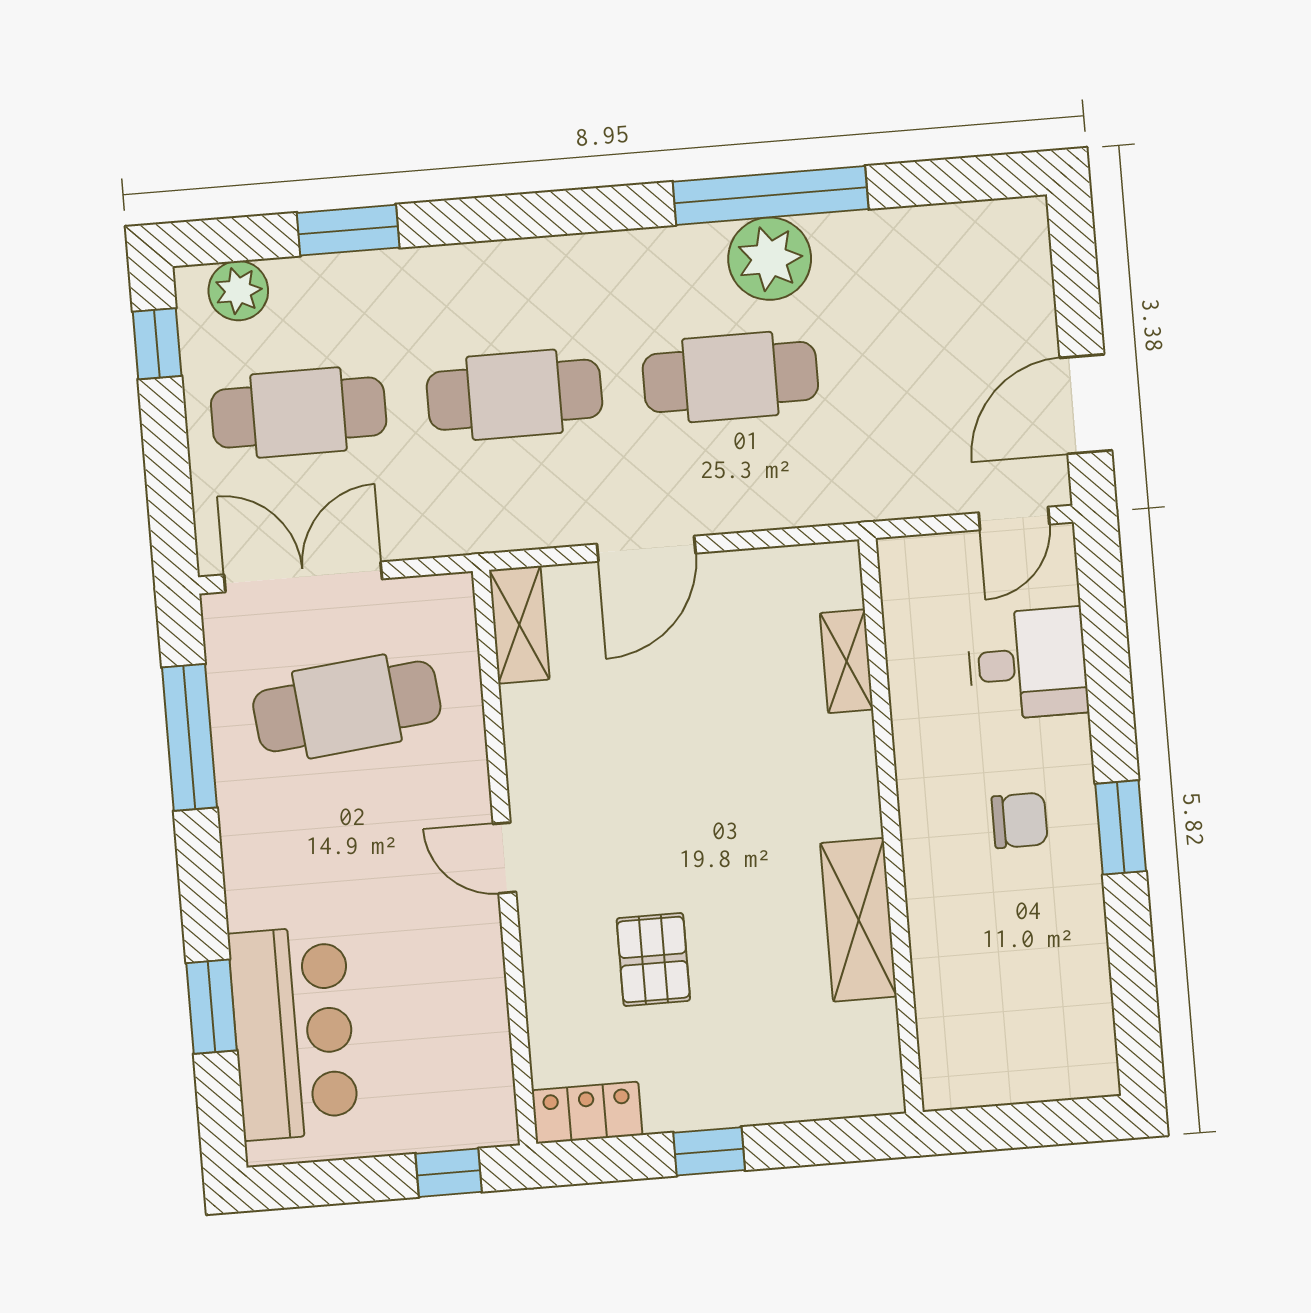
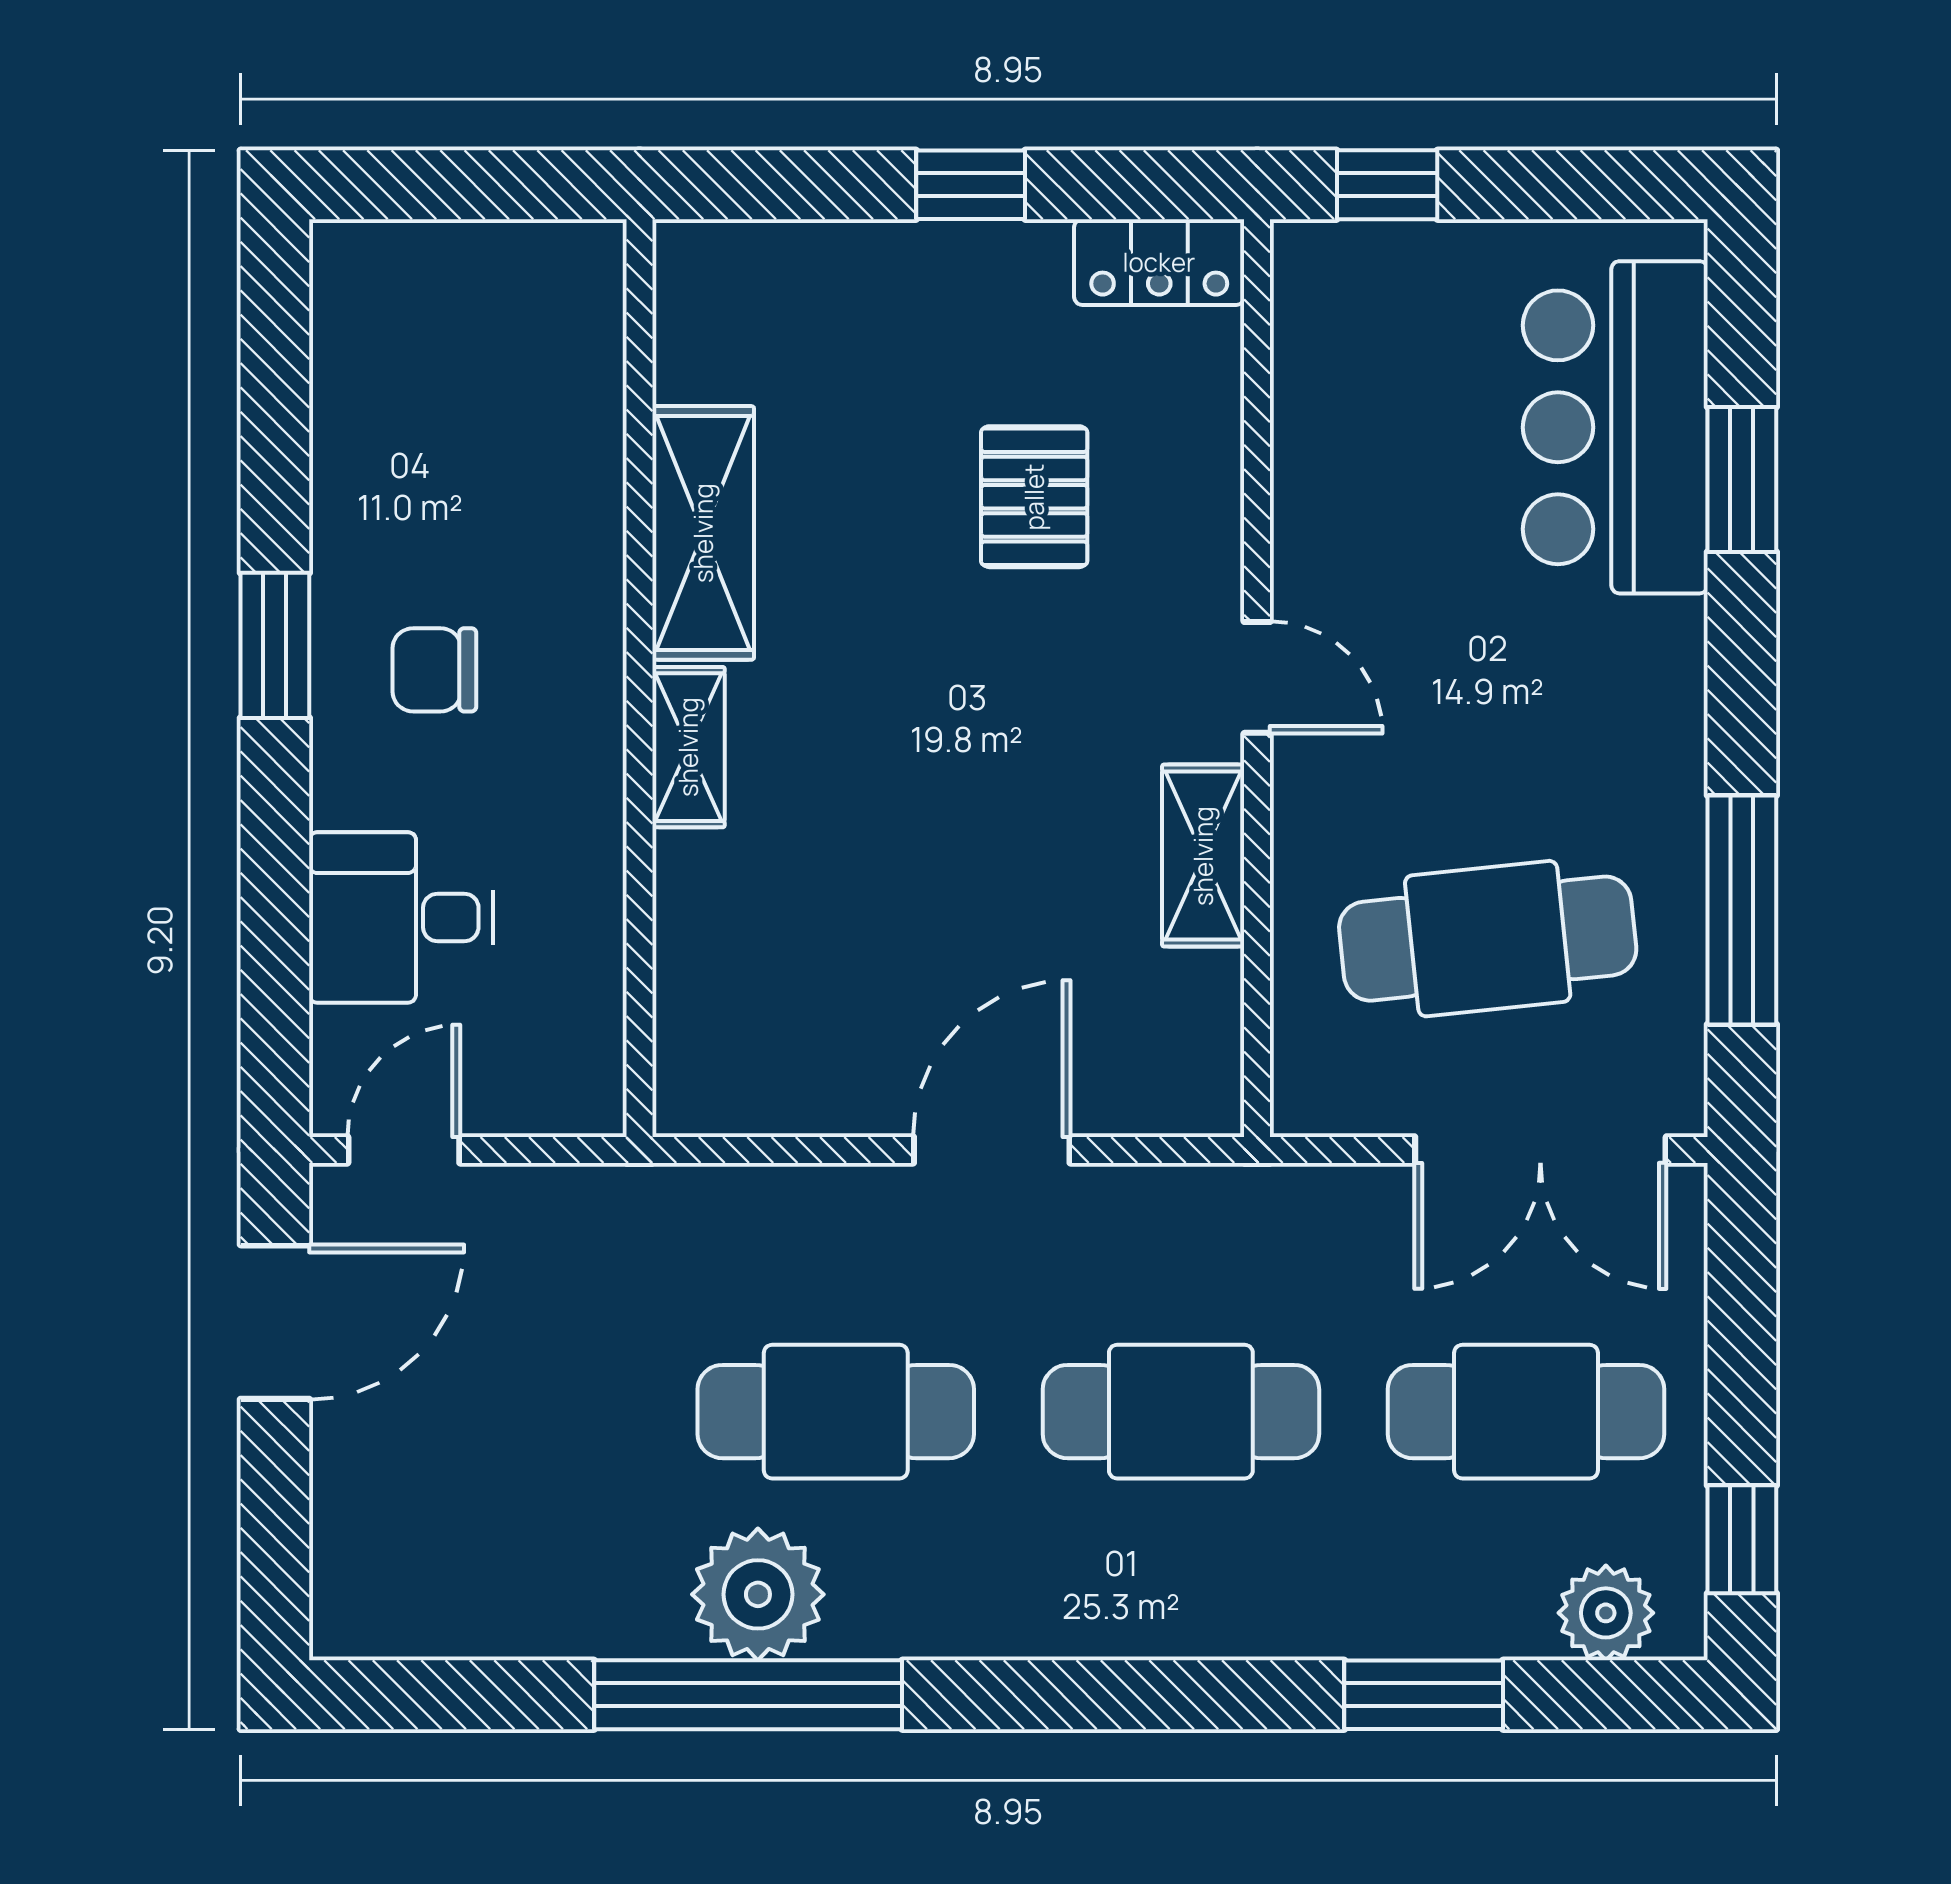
shelving: (519, 625) -> (1203, 856), moved
shelving: (847, 661) -> (688, 747), moved

